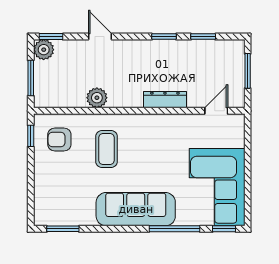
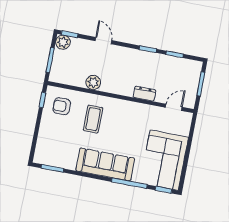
dresser: (165, 100) -> (144, 94), width x0.70

